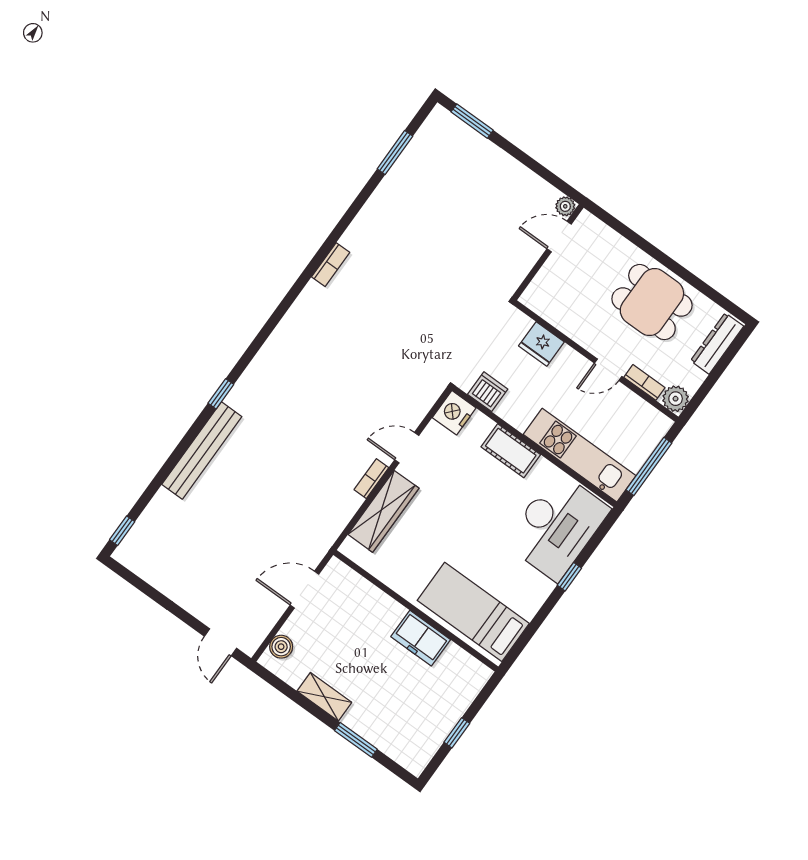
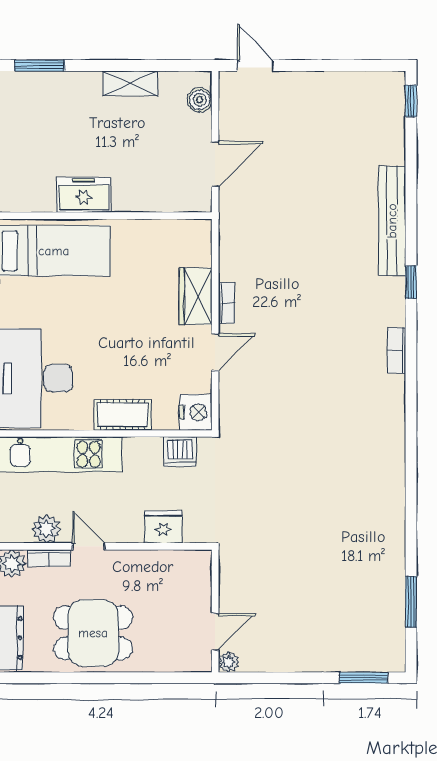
bookcase: (331, 265) -> (397, 350), moved
door: (608, 370) -> (89, 546), hinge flipped
plant: (631, 406) -> (46, 529), added
wardrobe: (383, 511) -> (196, 296), width x0.67
window: (356, 740) -> (39, 66), moved

